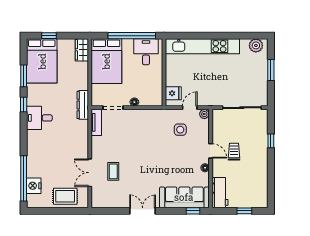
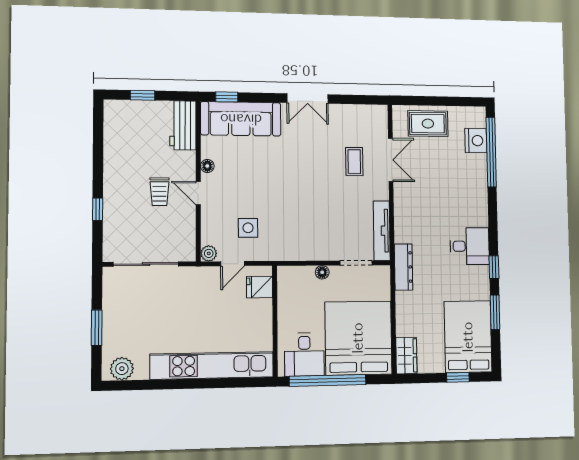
bed: (106, 61) -> (358, 338), width x1.36
tv unit: (96, 122) -> (382, 231), width x1.41

